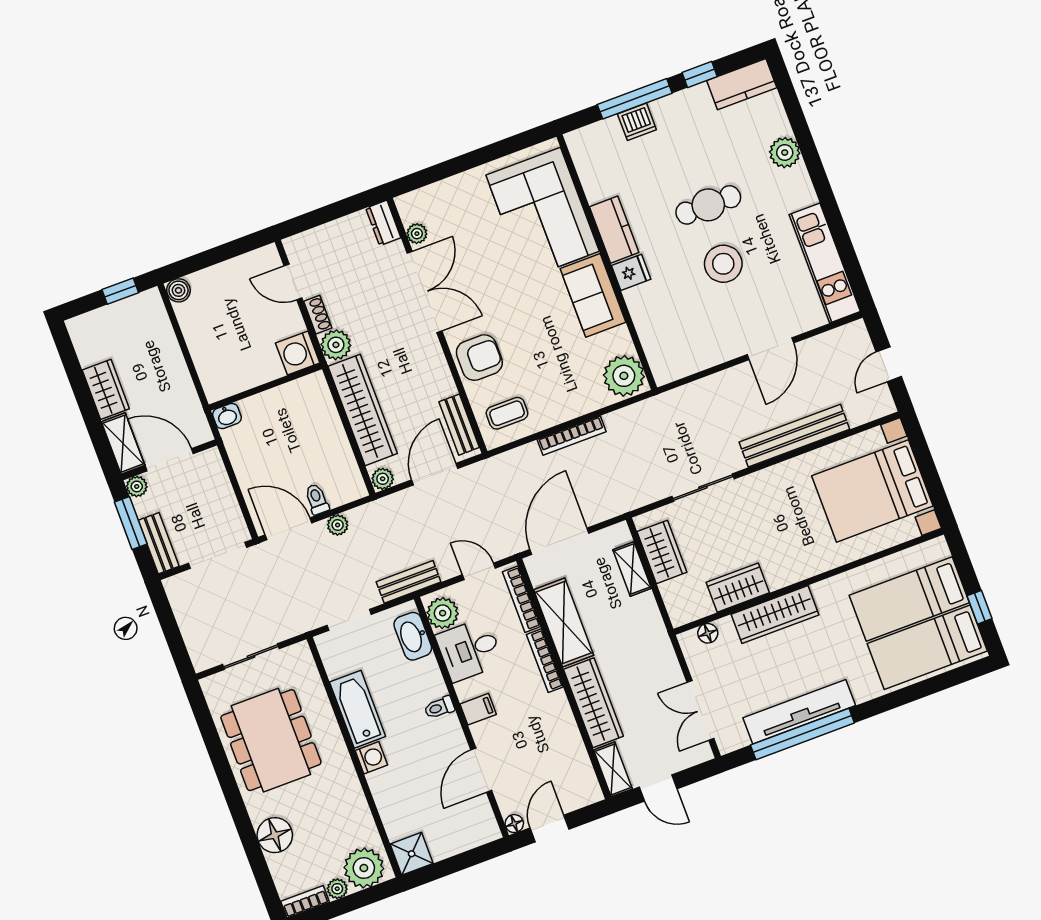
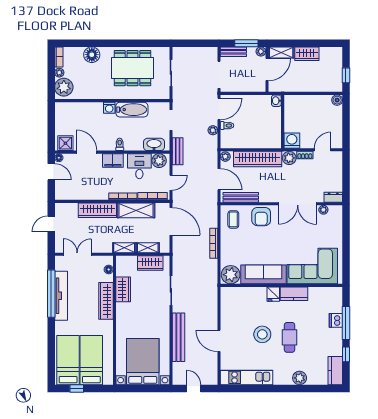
sofa: (593, 295) -> (263, 274), width x1.36
bench: (459, 425) -> (241, 197), width x1.36
filing cabinet: (478, 709) -> (113, 160), width x2.00
shelving: (613, 769) -> (124, 248), moved
shower: (412, 854) -> (65, 143), moved

